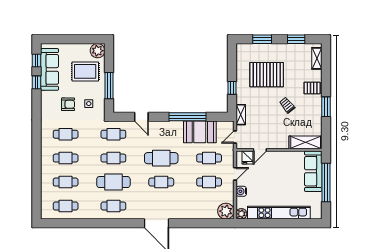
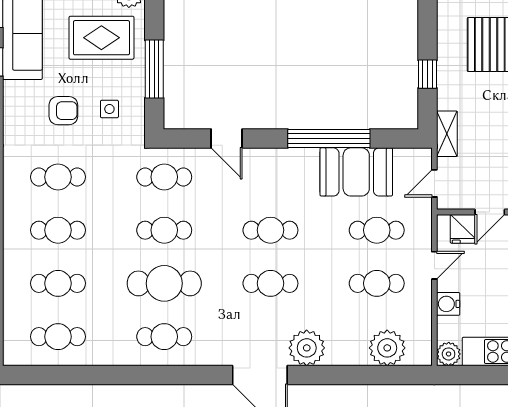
cafe table: (161, 158) -> (270, 230), width x0.73, depth x0.74
plant: (178, 211) -> (307, 348), added
plant: (226, 211) -> (387, 348), moved

